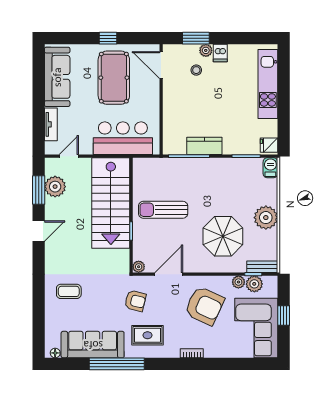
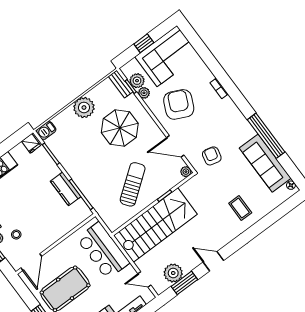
sun lounger: (163, 210) -> (133, 184), turned -127
rug: (148, 335) -> (230, 129), removed

